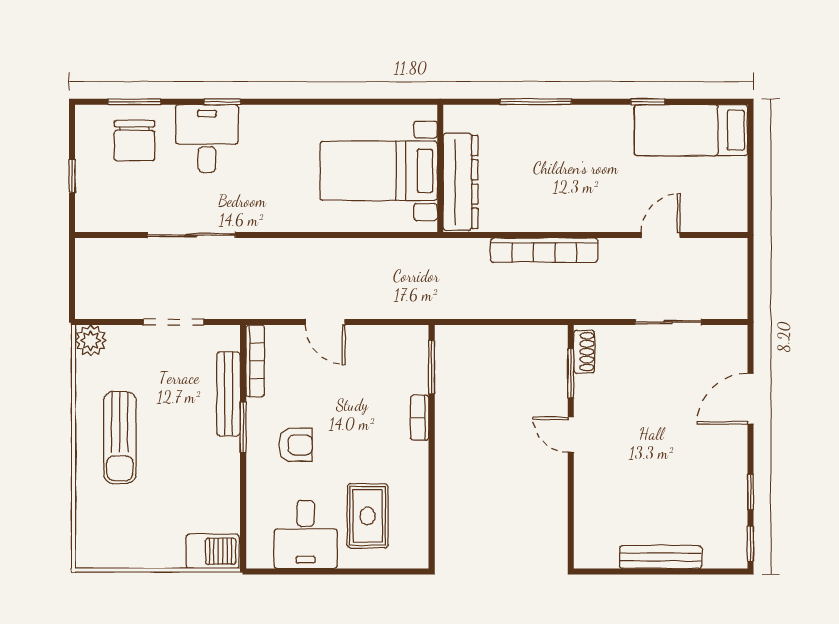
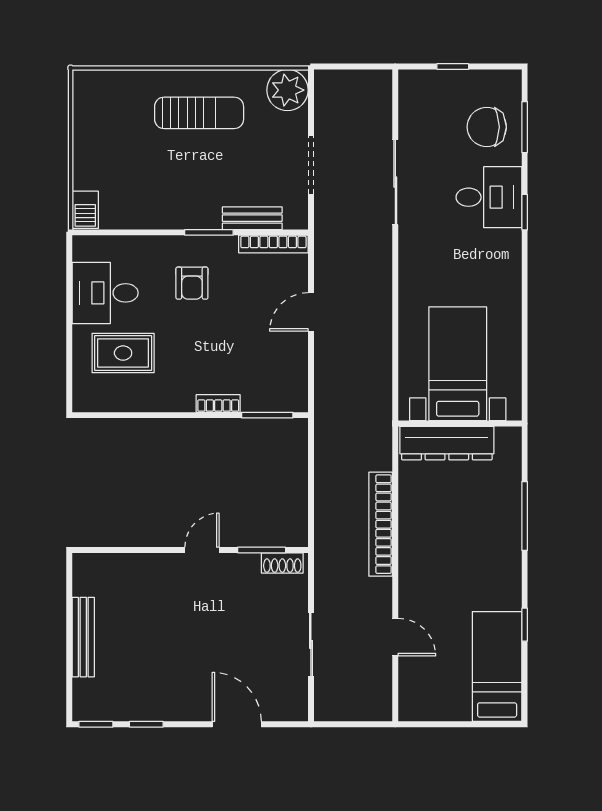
plant: (91, 341) -> (287, 90), width x1.36, depth x1.36
bench: (228, 394) -> (252, 218), width x0.73
sun lounger: (120, 438) -> (199, 113), turned 180
barbecue: (213, 551) -> (85, 210), width x0.73, depth x0.79

